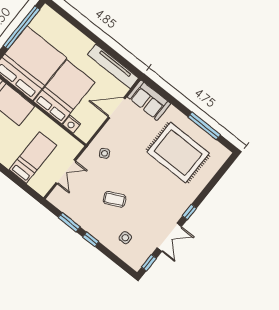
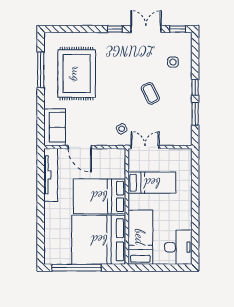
nightstand: (72, 124) -> (120, 171), removed
bed: (33, 158) -> (152, 183), moved, turned 180
double door: (66, 172) -> (145, 147), moved

